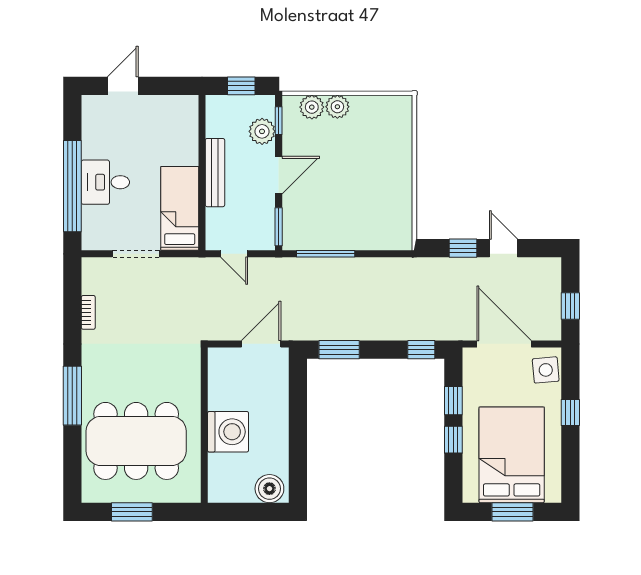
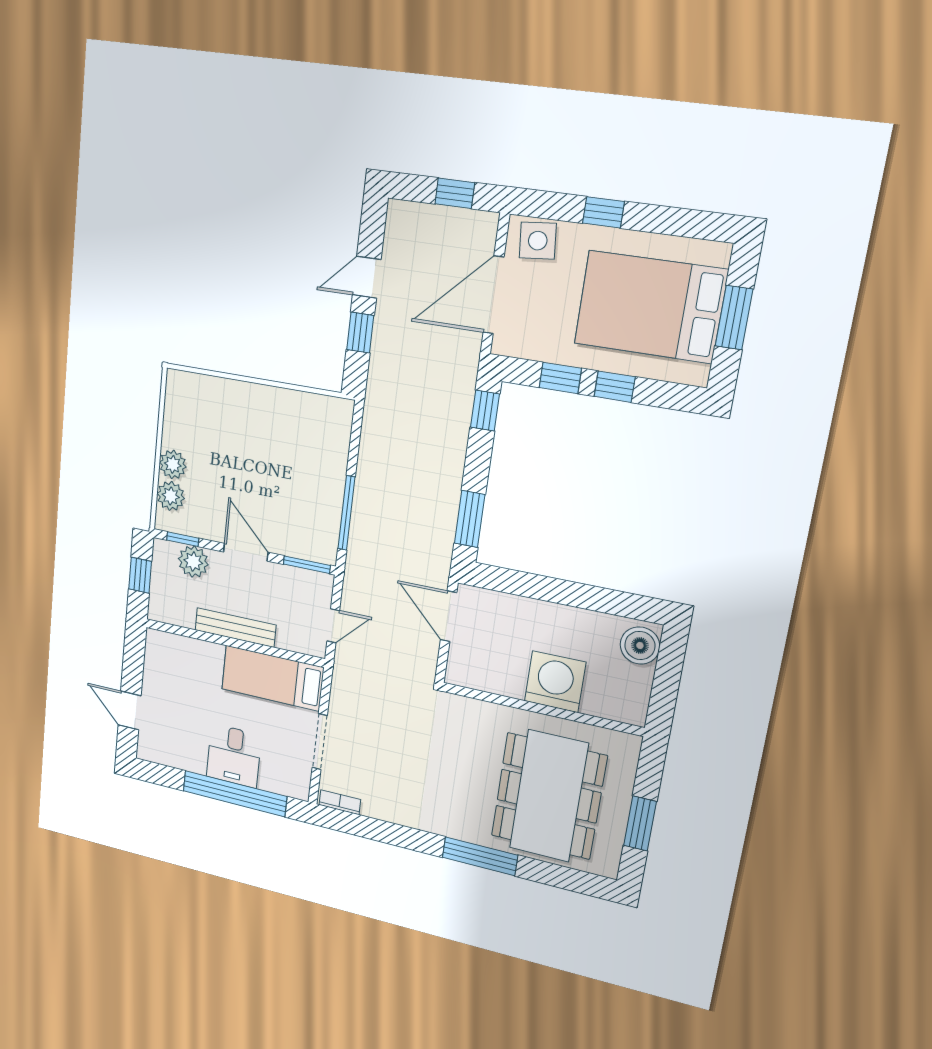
bookcase: (88, 312) -> (340, 802), moved

